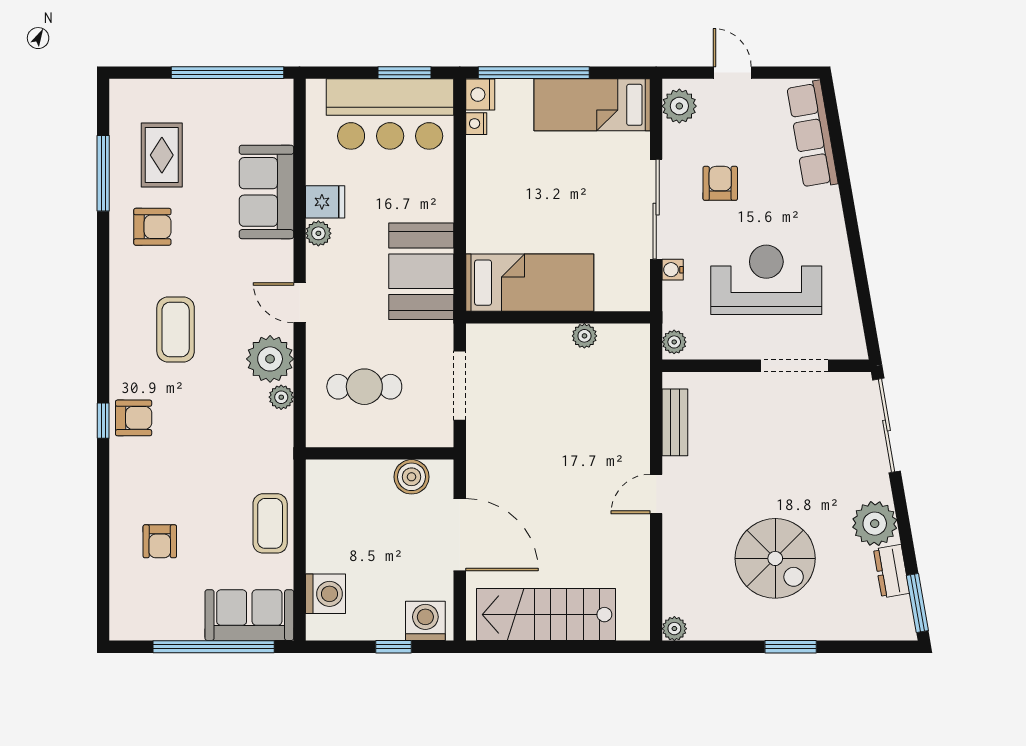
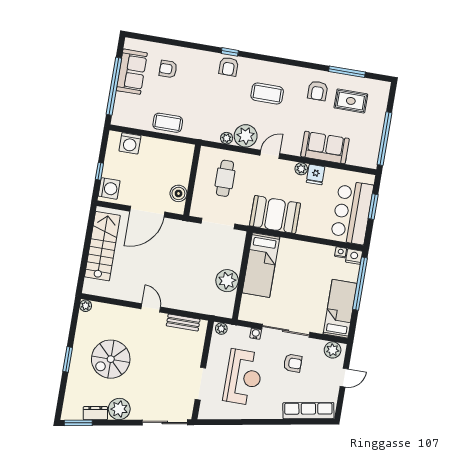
window: (404, 73) -> (373, 207), moved
plant: (584, 336) -> (227, 281), width x1.87, depth x1.87
sofa: (249, 615) -> (132, 72), moved

